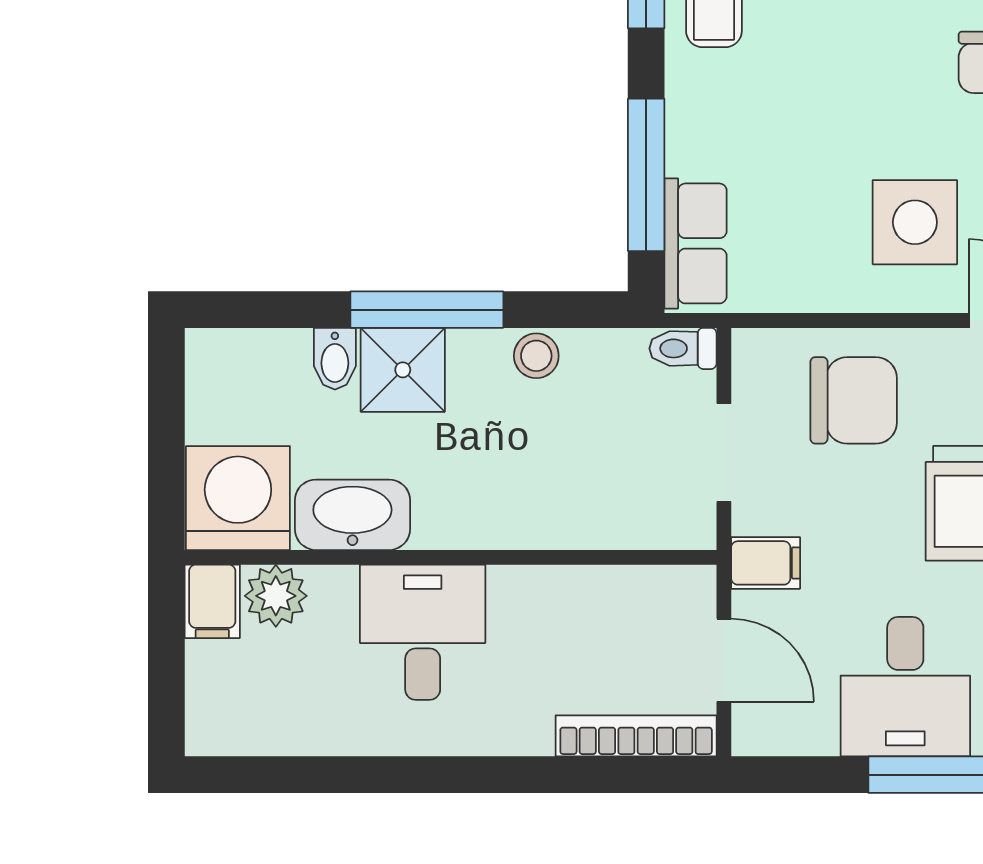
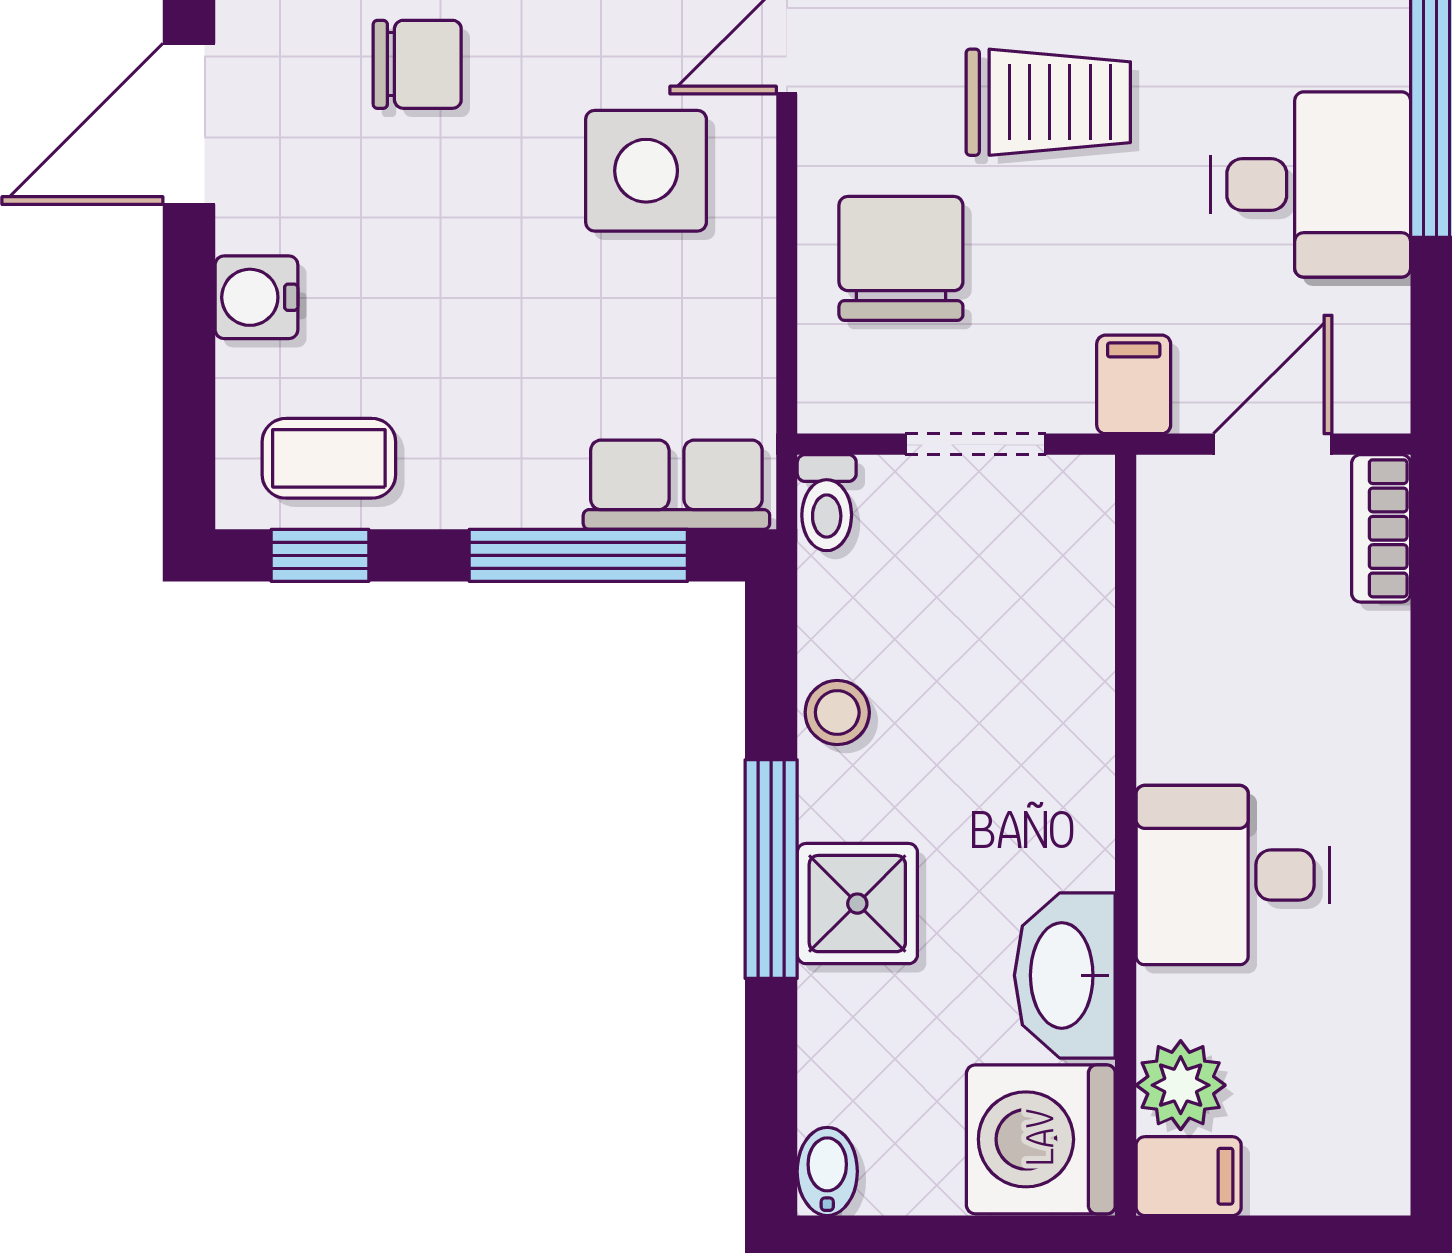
bidet: (335, 359) -> (827, 1171), moved, turned -90
bookcase: (636, 736) -> (1381, 528), width x0.64

